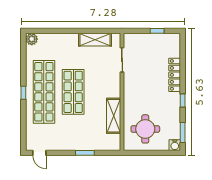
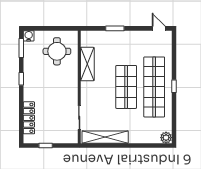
shelving: (95, 40) -> (105, 137), width x1.47
locker: (175, 75) -> (29, 118), moved

